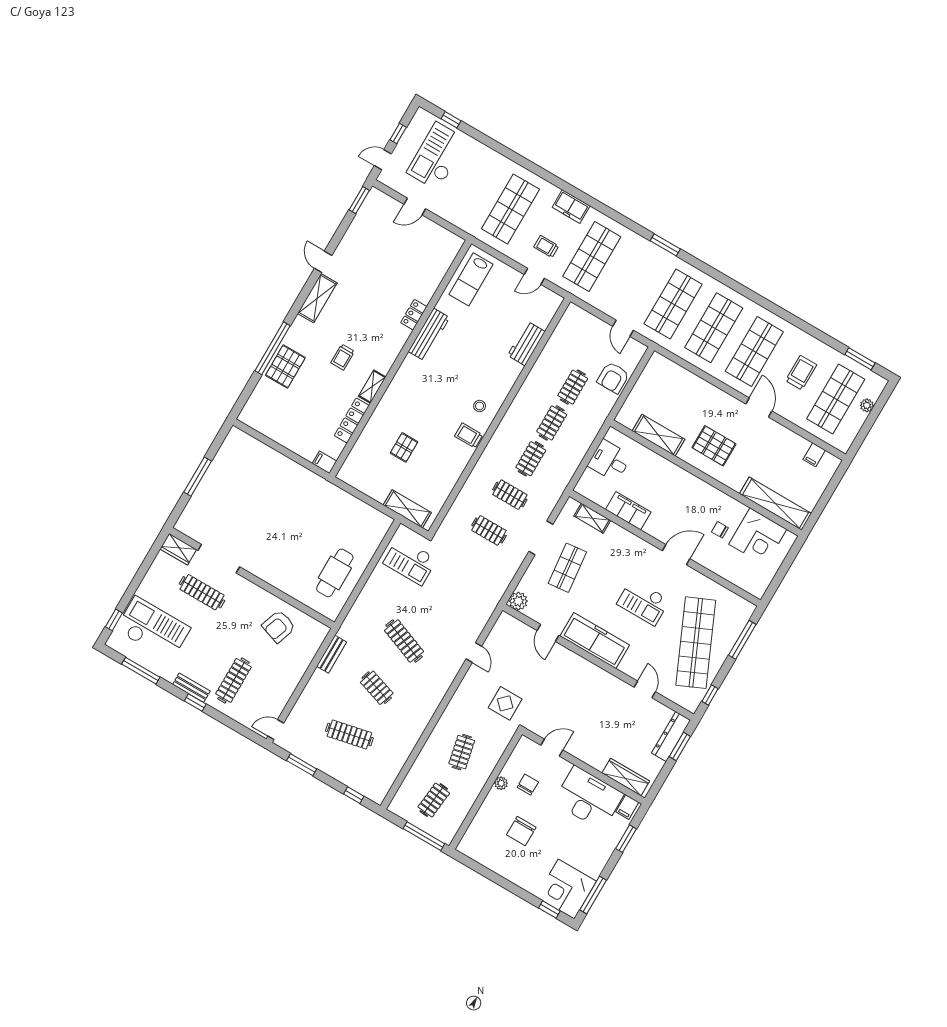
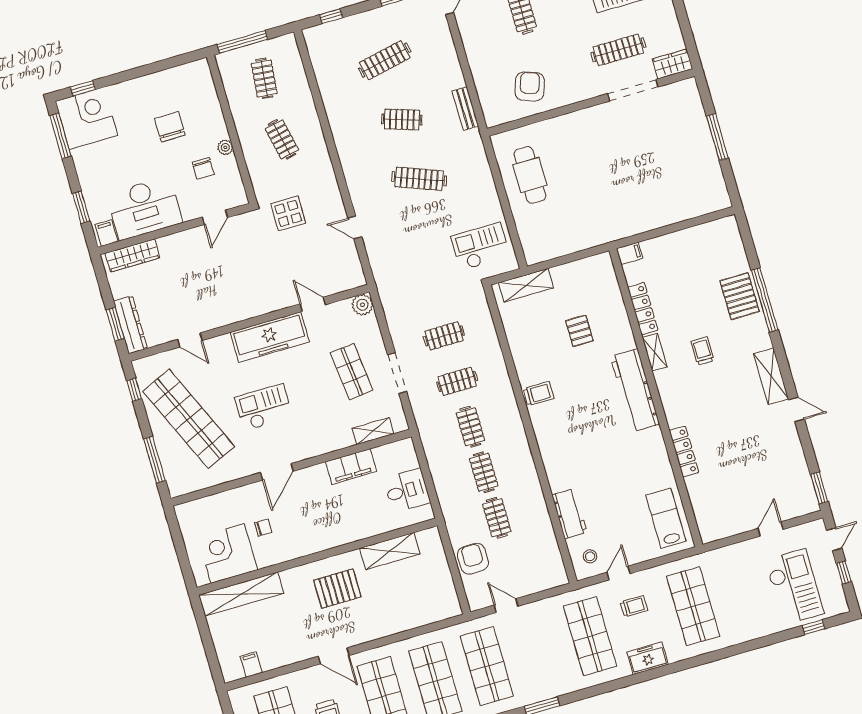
locker: (414, 315) -> (684, 452), width x1.53
workbench: (429, 335) -> (635, 390), moved, width x1.36, depth x1.32
stool: (480, 406) -> (590, 556), moved

